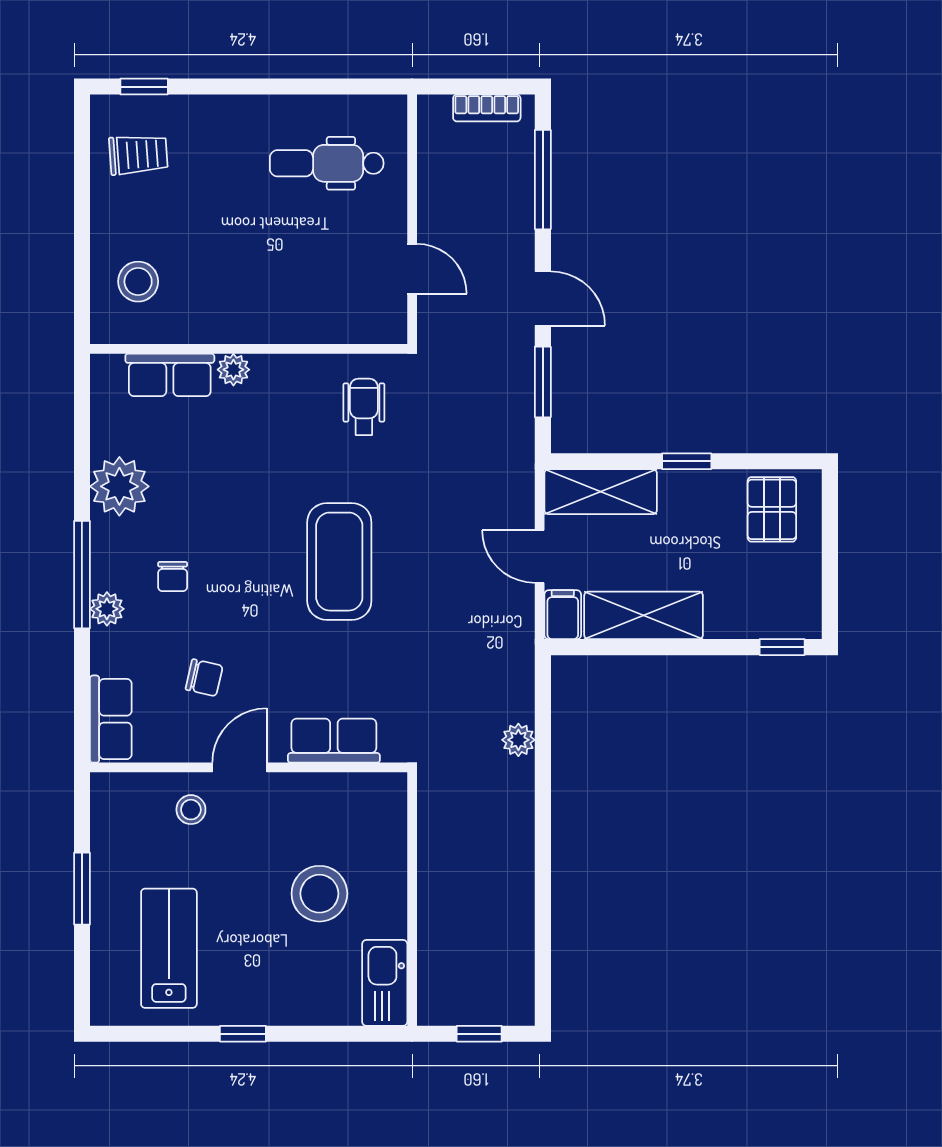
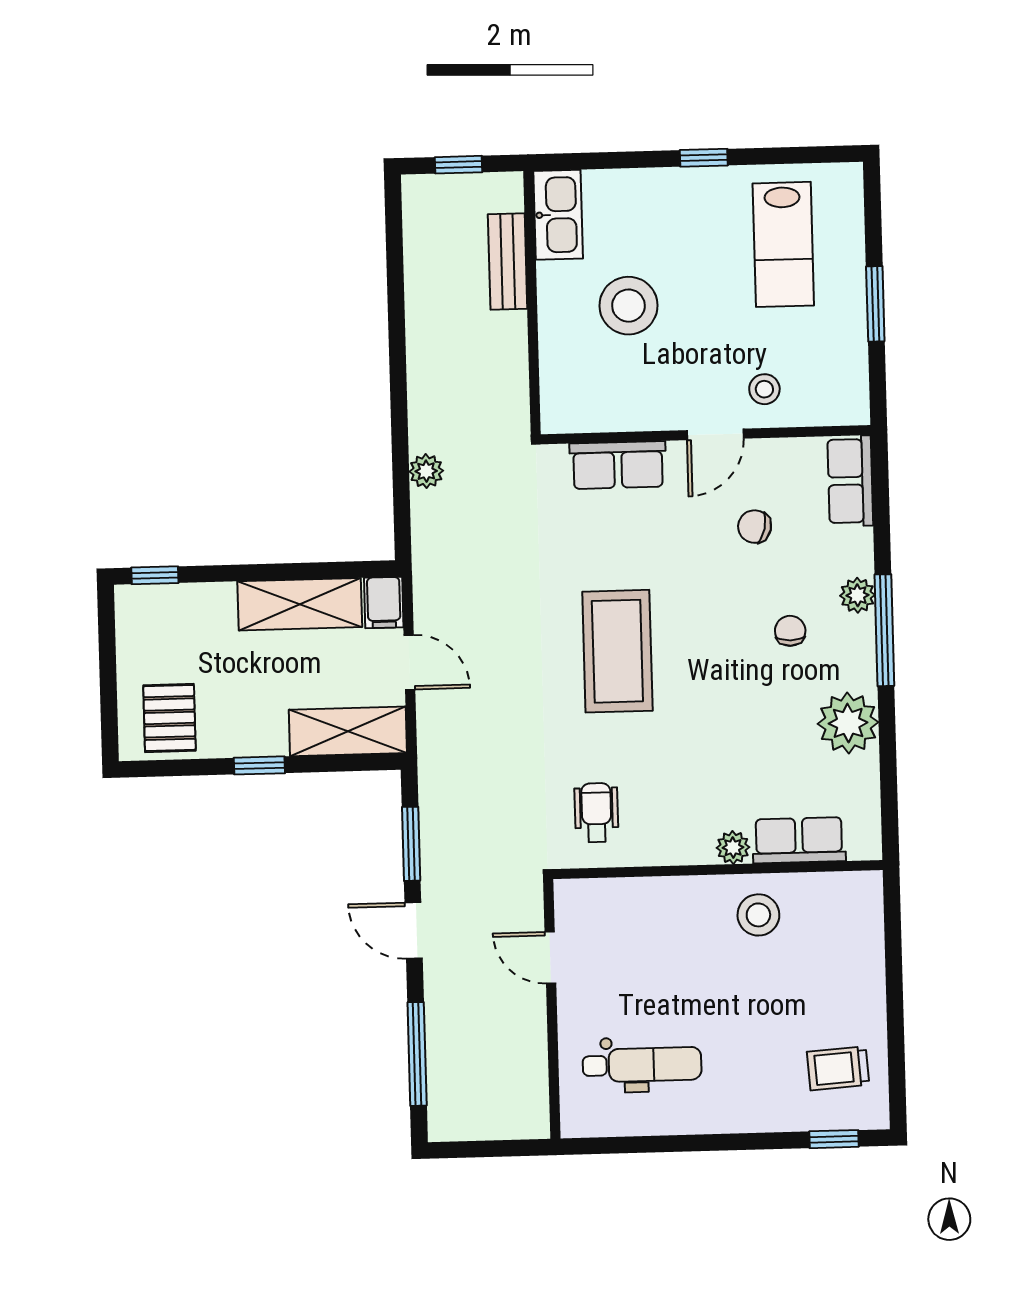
bookcase: (487, 108) -> (477, 1127), removed
stool: (138, 282) -> (758, 915), moved
wheelchair: (364, 407) -> (596, 812), turned 180
bench: (434, 939) -> (508, 262), added

